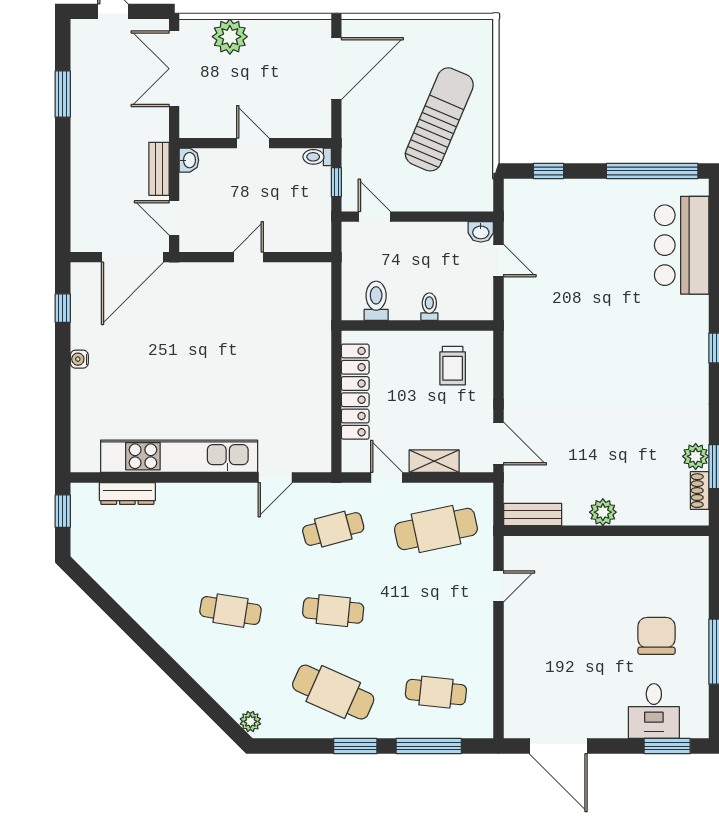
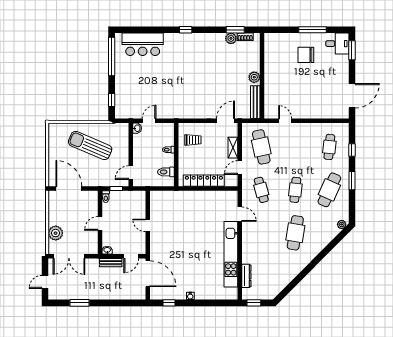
bench: (533, 515) -> (255, 102), width x1.36
cafe table: (231, 611) -> (295, 233), width x1.37, depth x1.35
desk: (654, 711) -> (337, 44), moved
window: (429, 746) -> (352, 150), width x0.46

